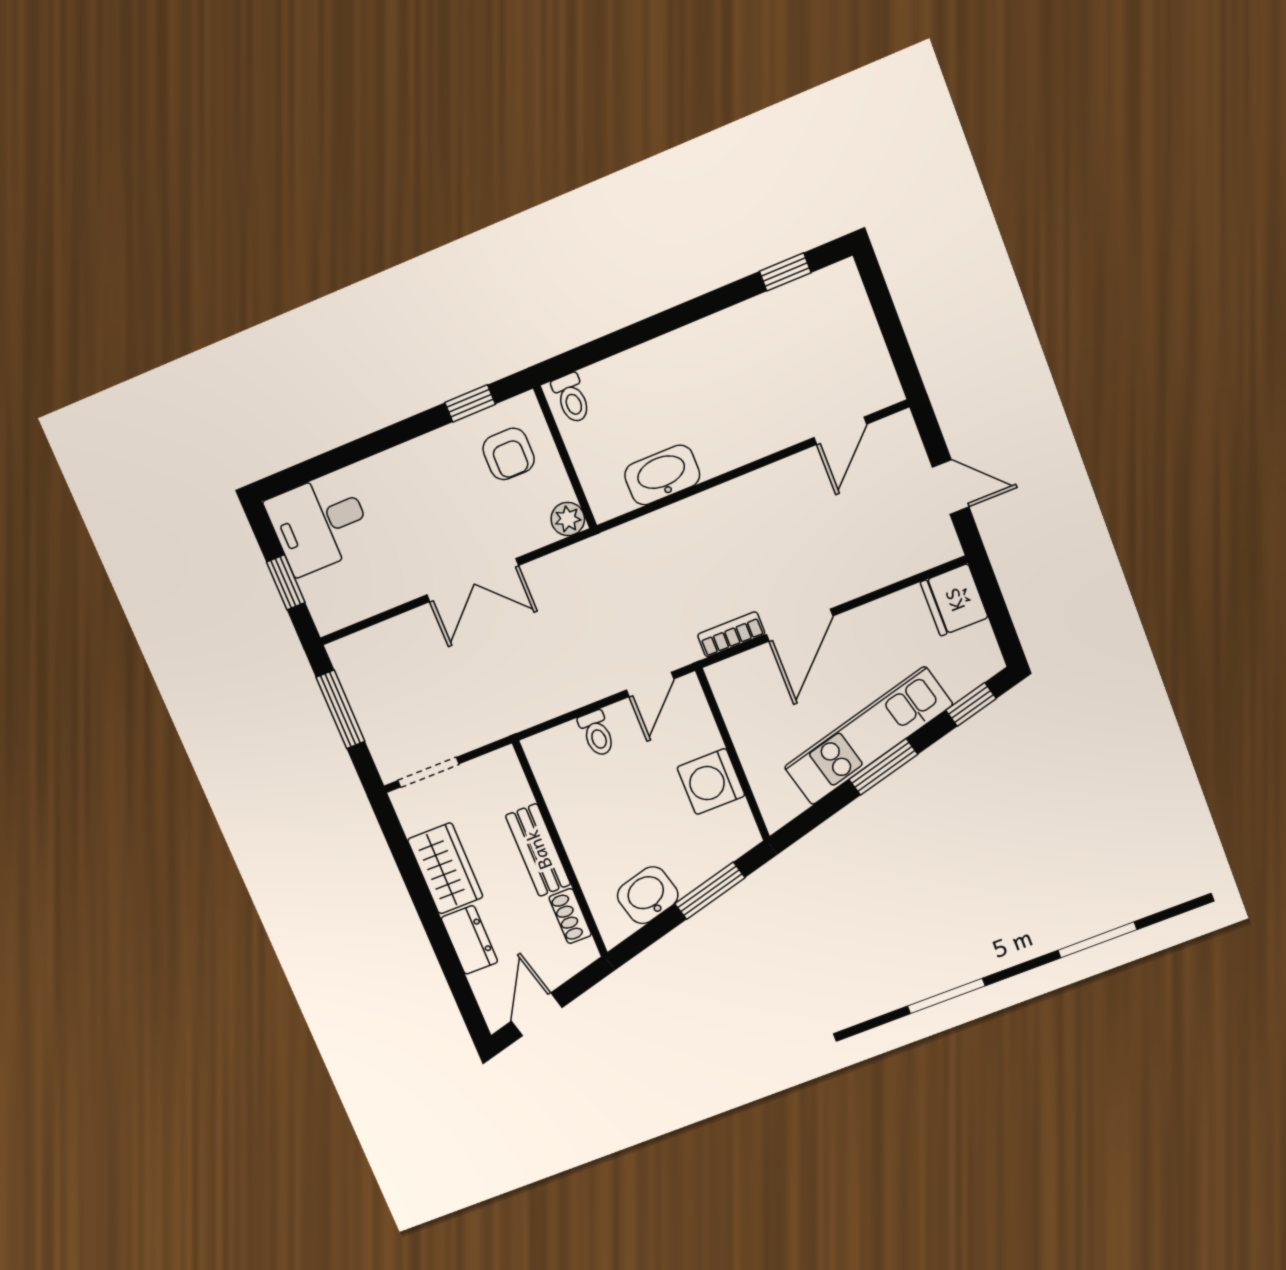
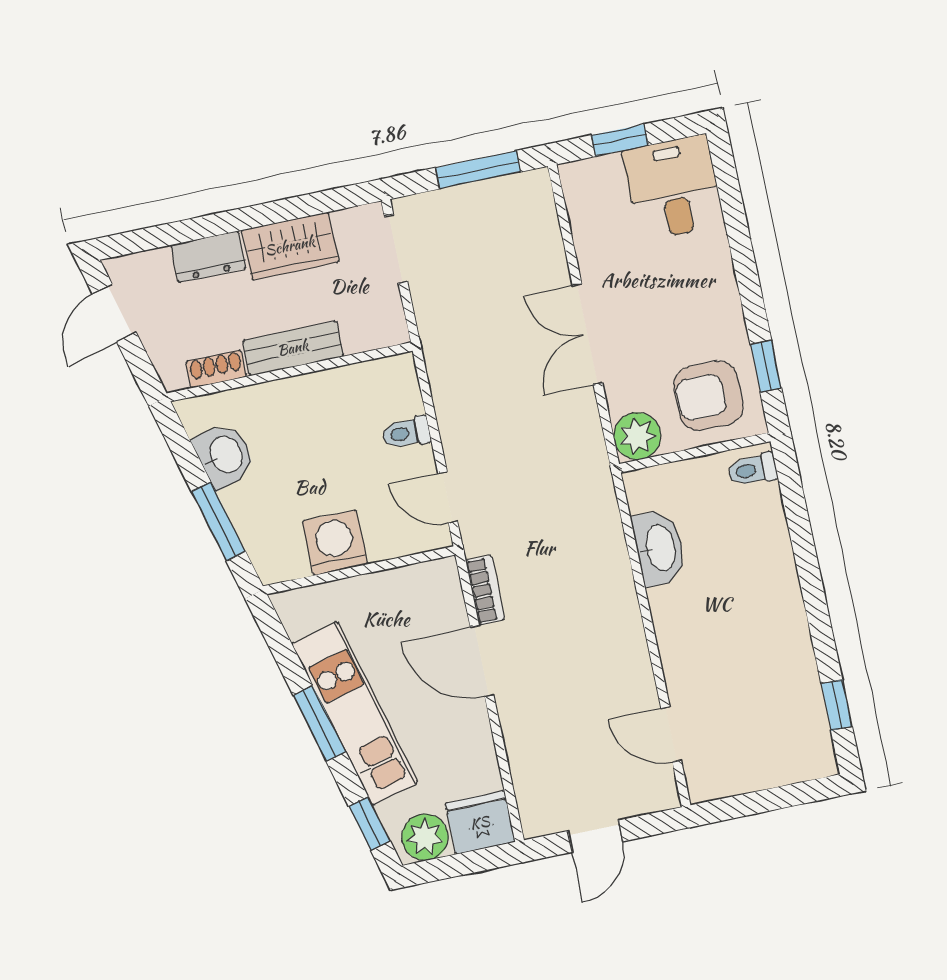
armchair: (509, 454) -> (708, 396), width x1.38, depth x1.38
plant: (568, 519) -> (637, 436), width x1.38, depth x1.38
plant: (976, 650) -> (425, 837), added
door: (537, 1014) -> (114, 313), swing flipped

